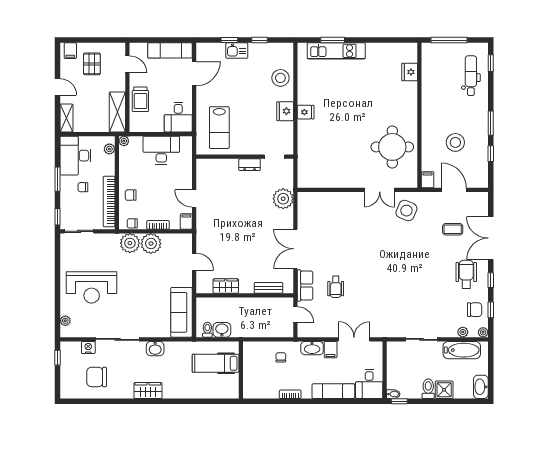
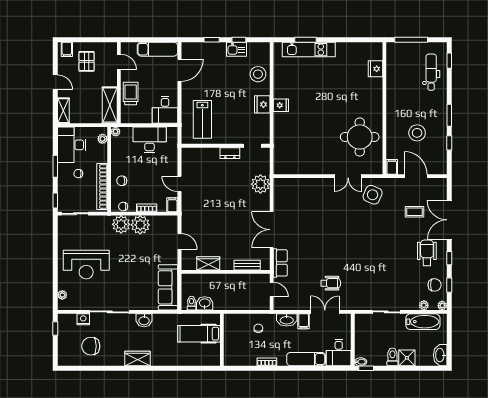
kitchen sink: (237, 51) -> (236, 49), moved
trolley: (140, 99) -> (131, 94), turned 180
wheelchair: (336, 287) -> (331, 283), moved, turned -90

